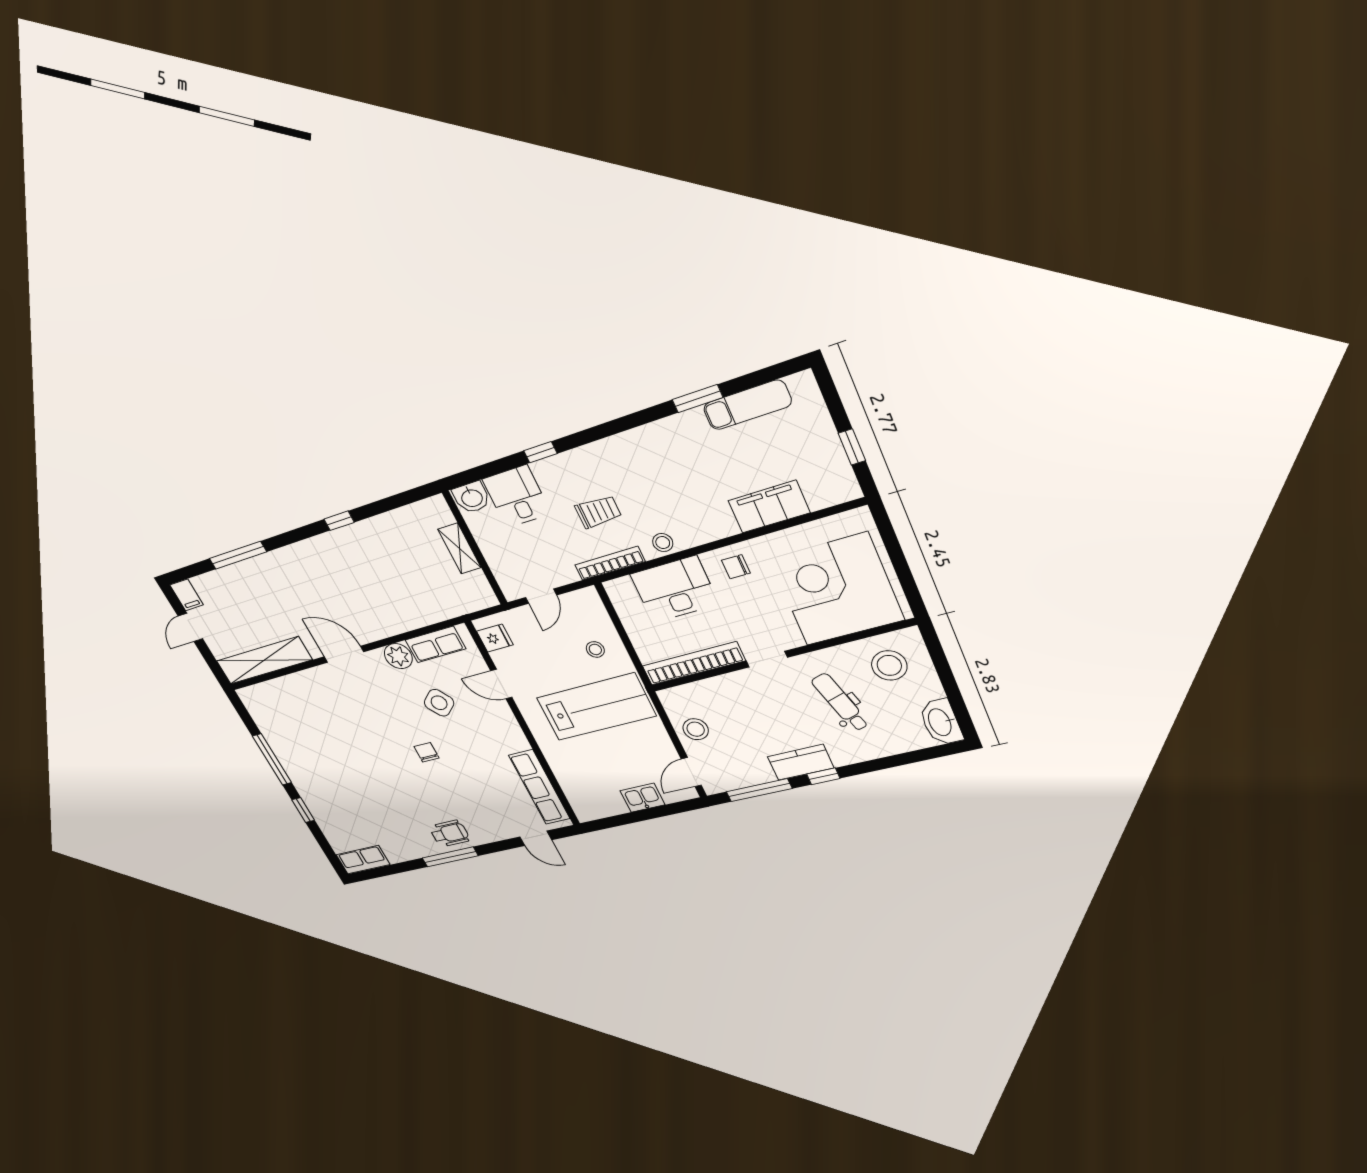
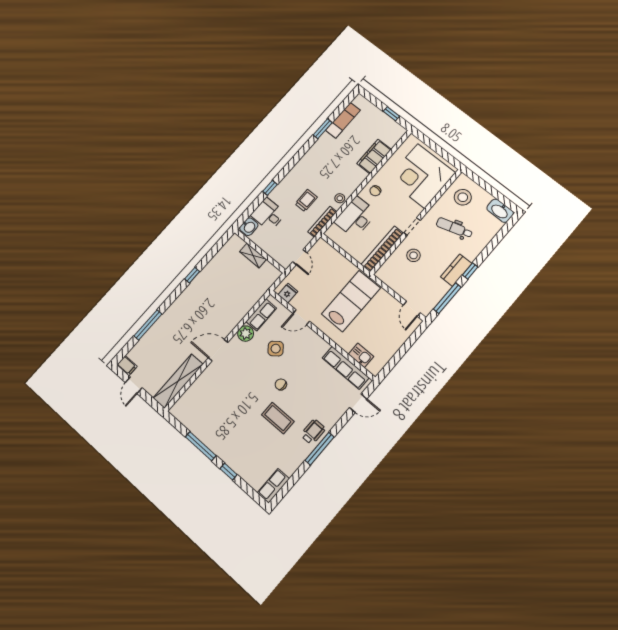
stool: (595, 649) -> (336, 270), removed
stool: (696, 729) -> (414, 255), moved
coffee table: (403, 789) -> (278, 418), added
kitchen sink: (643, 798) -> (361, 355), moved, turned 90

